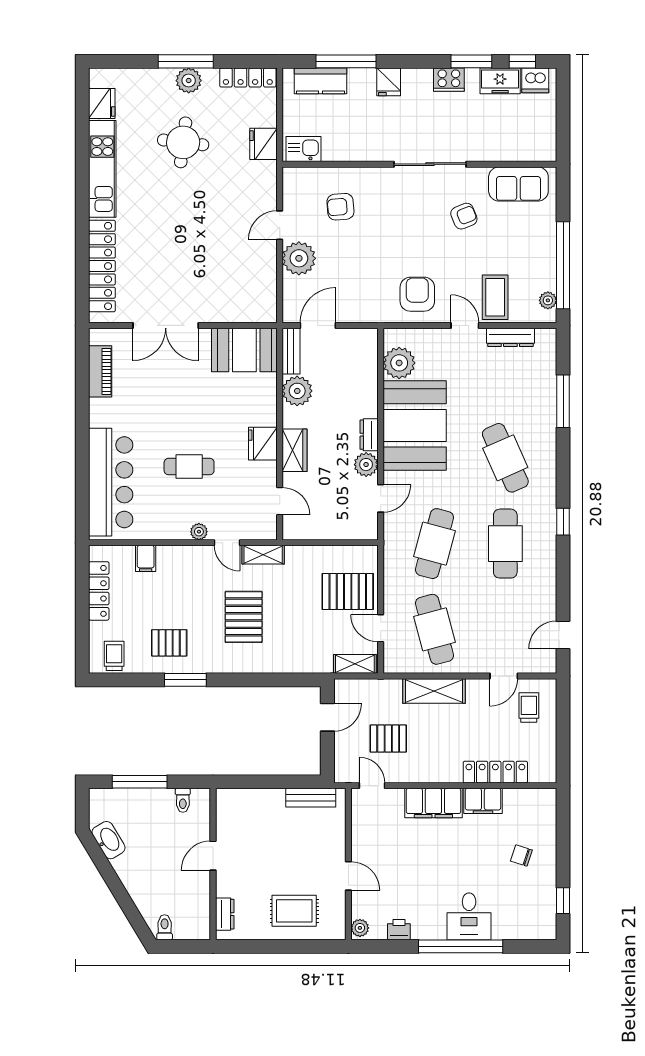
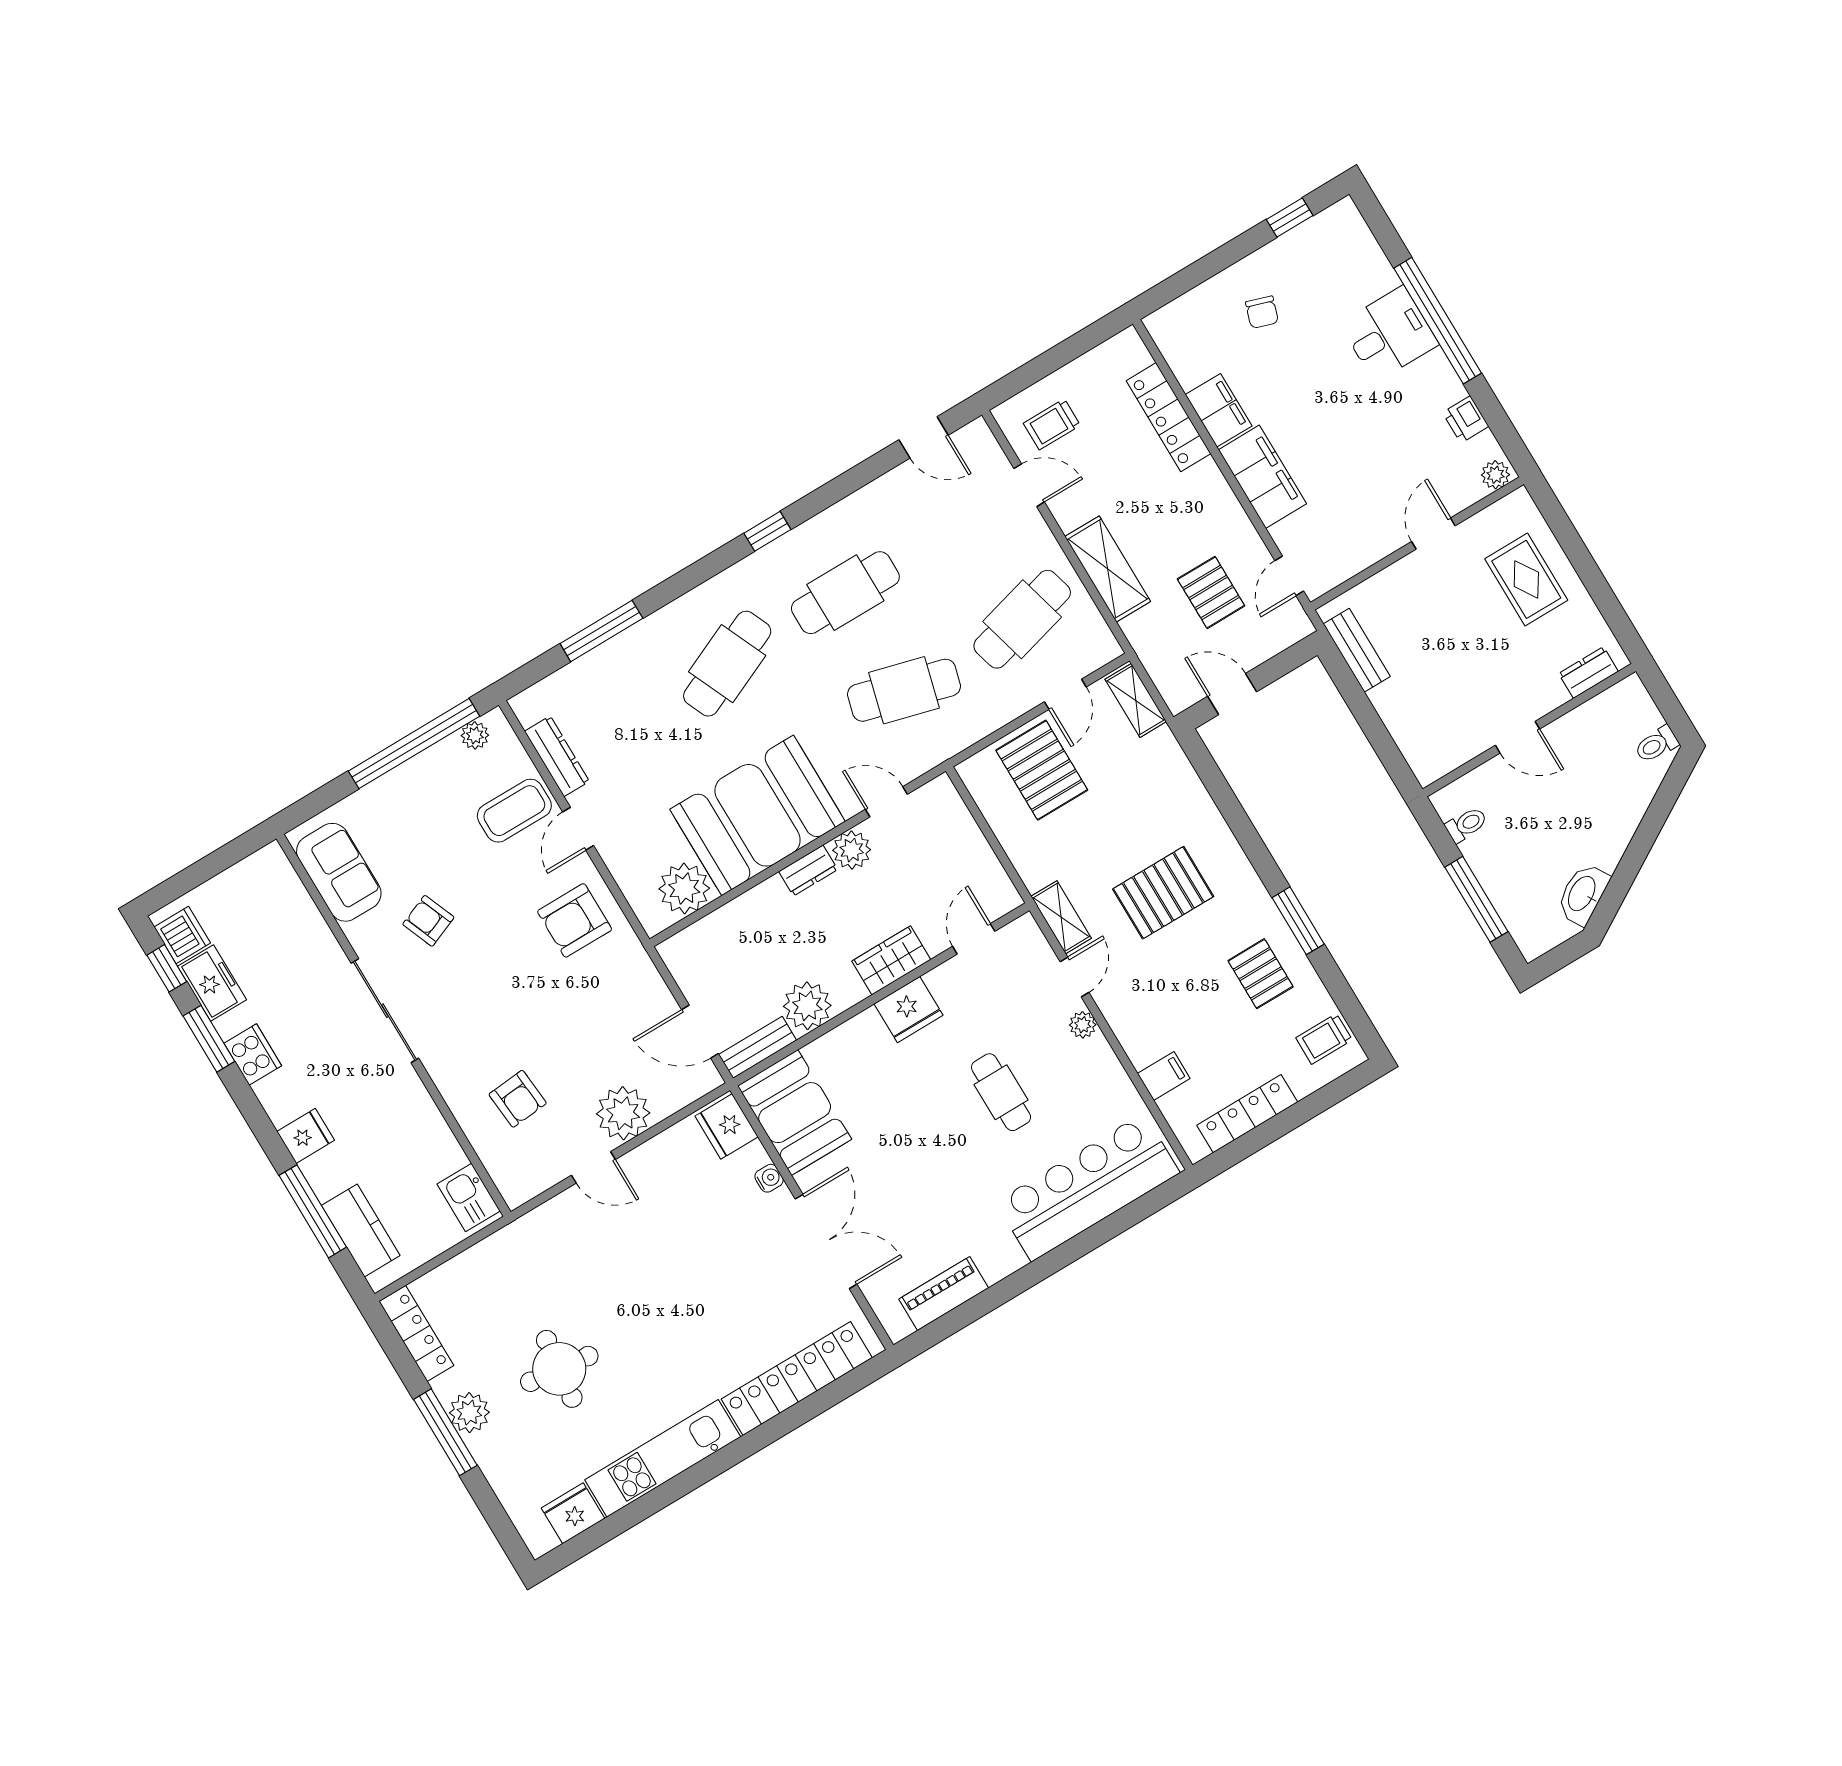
fridge: (263, 144) -> (727, 1126), moved, turned 90
water cooler: (218, 315) -> (769, 1178), added

